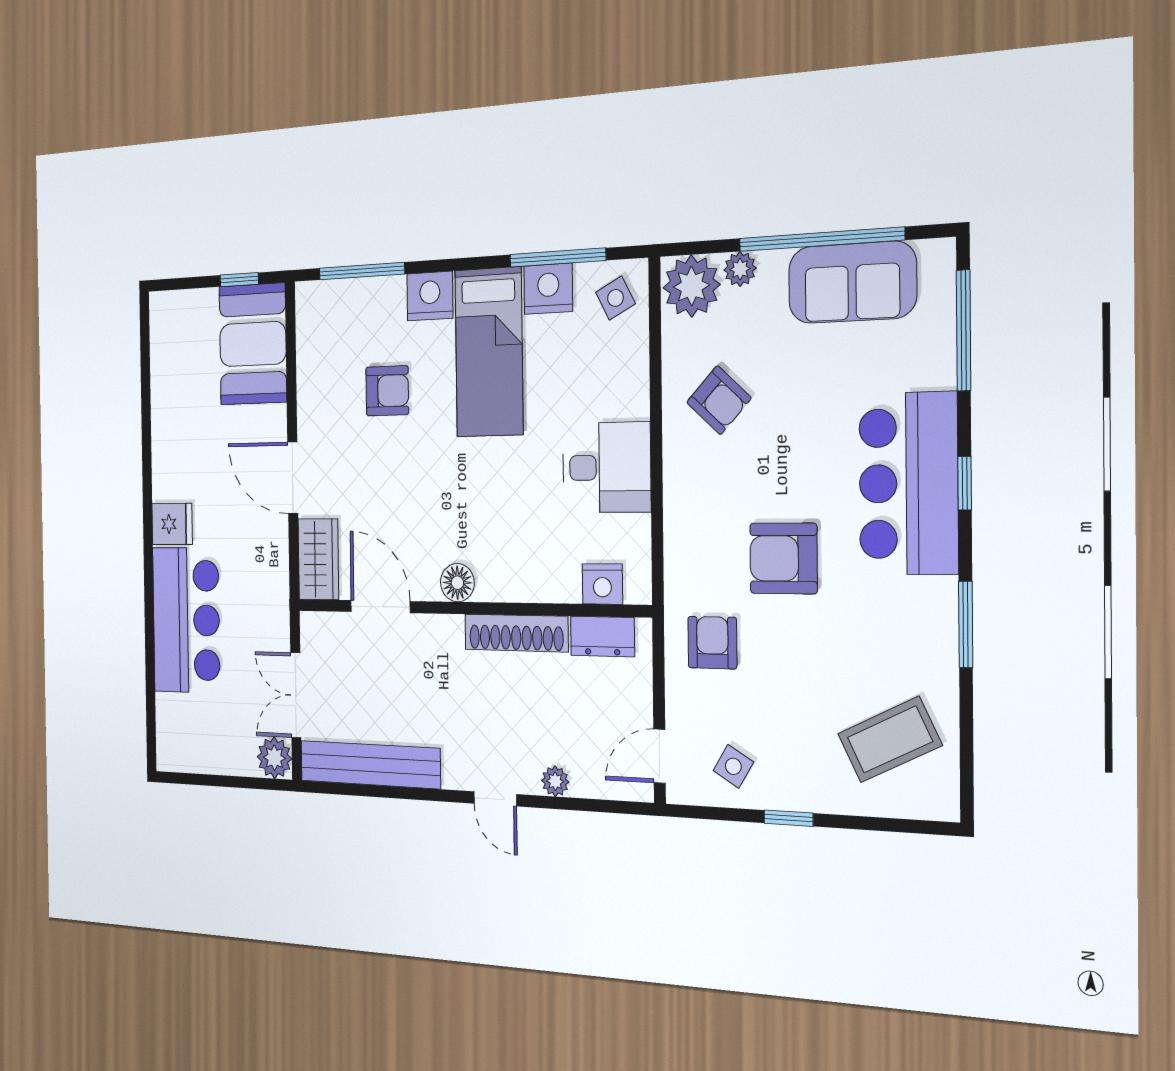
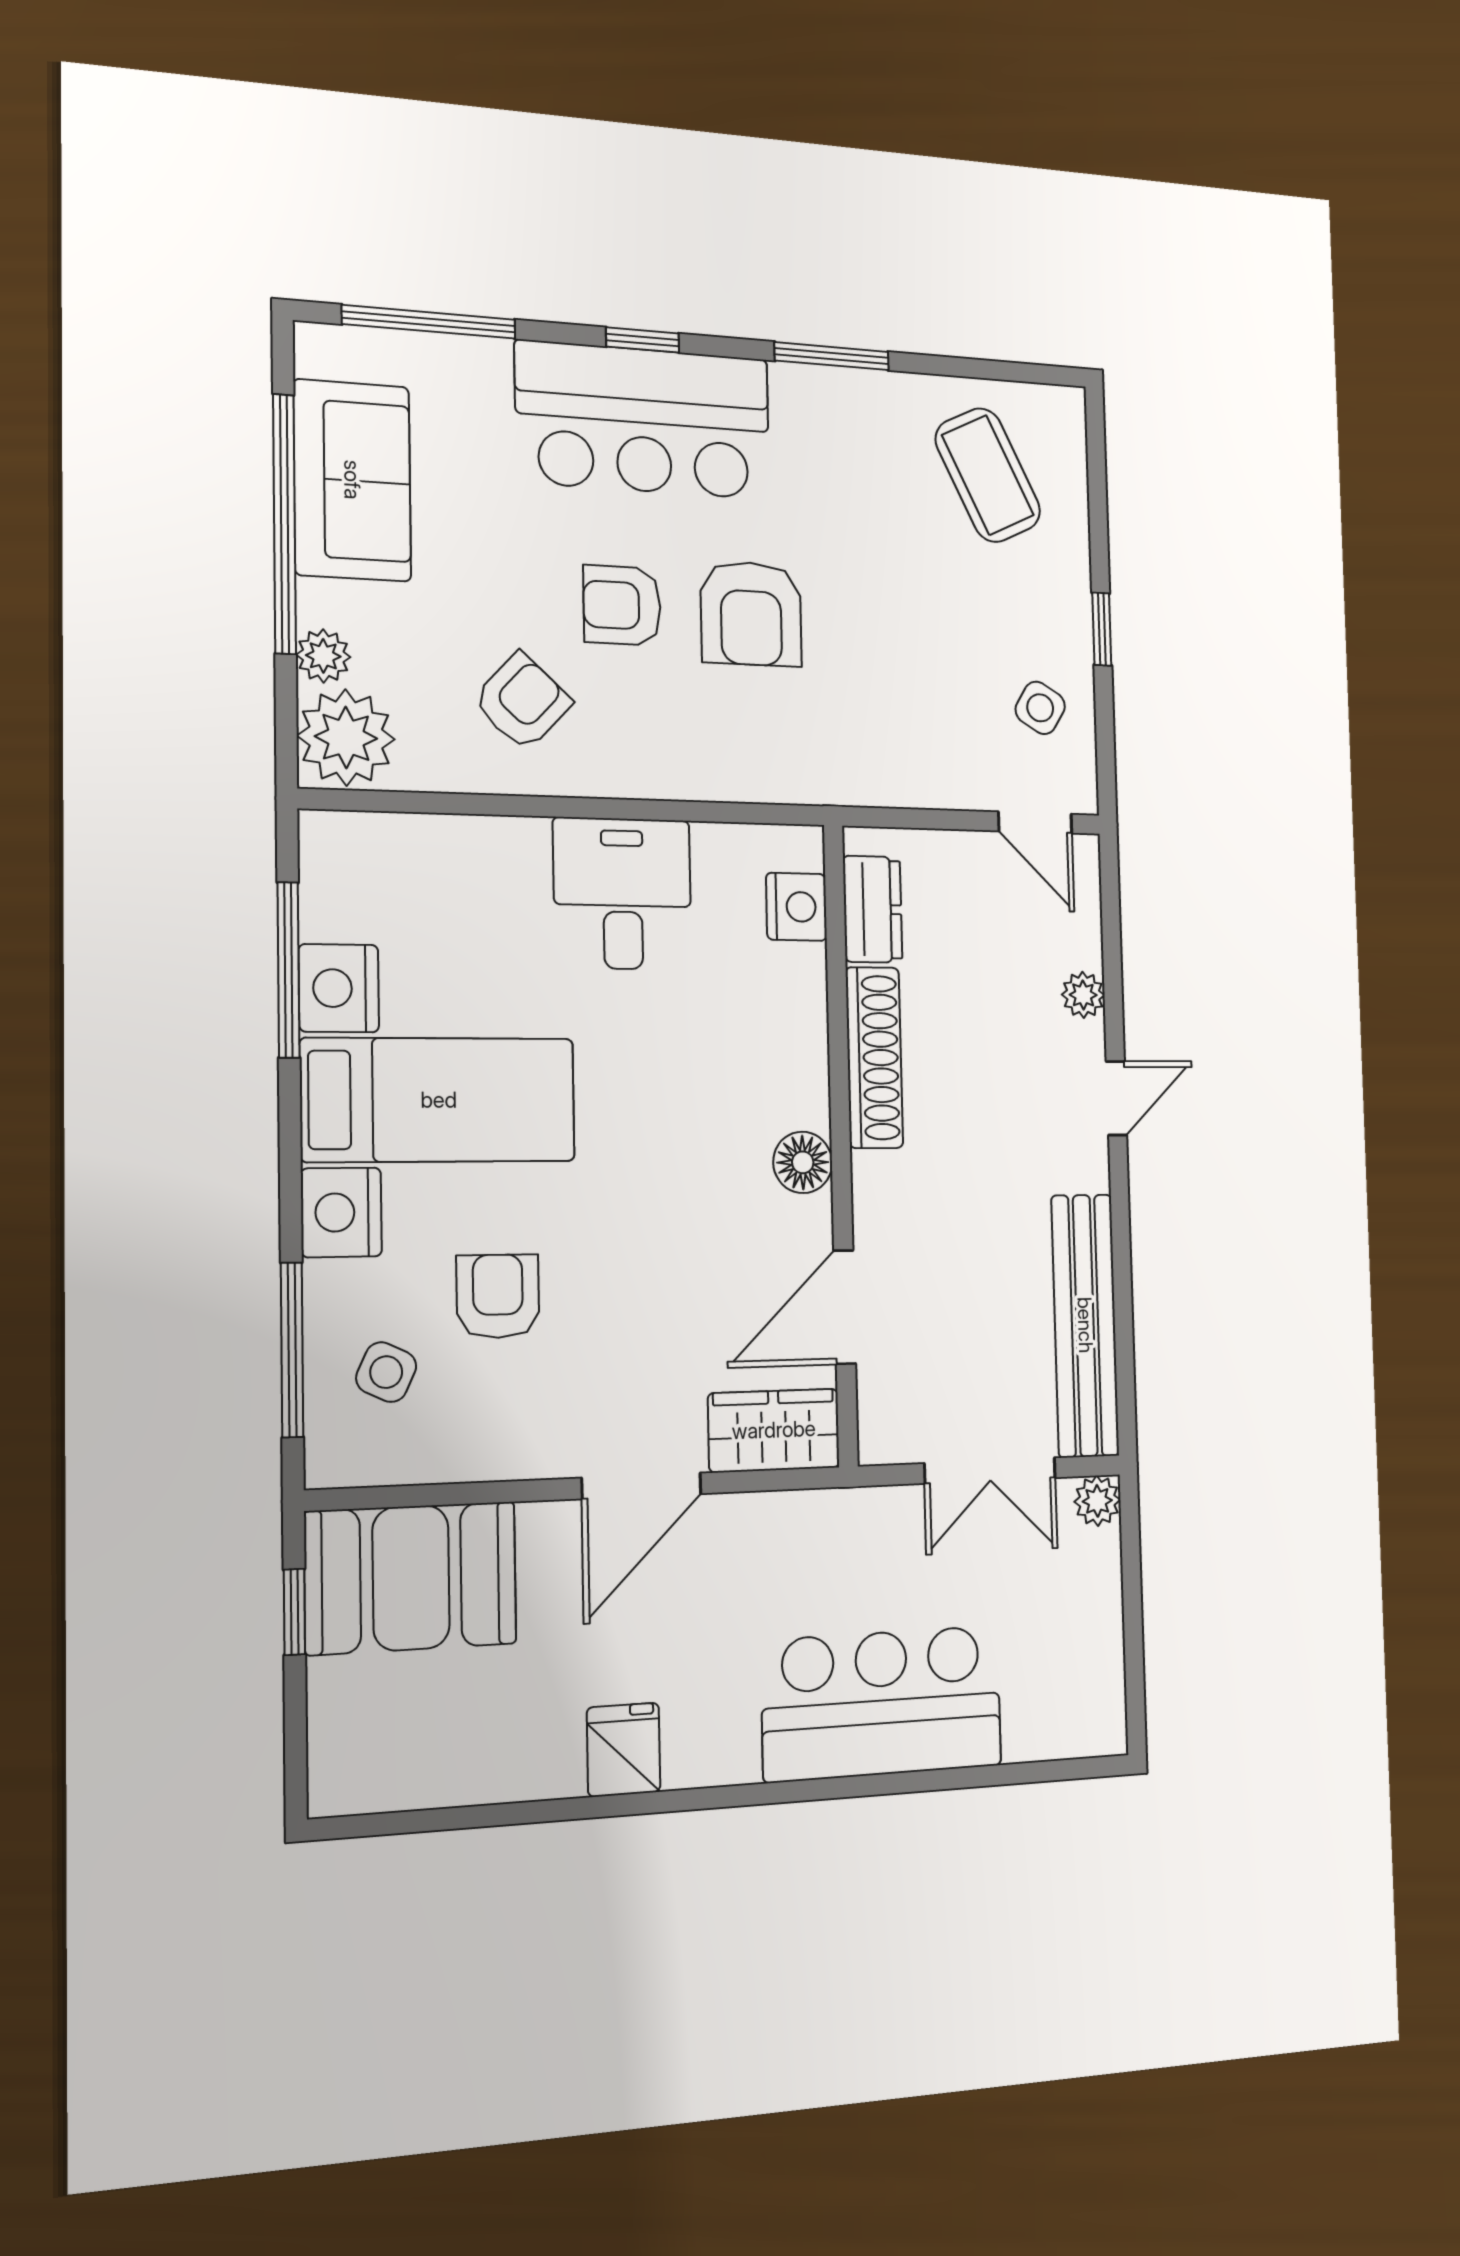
side table: (616, 298) -> (386, 1372), moved, turned -38
fridge: (172, 524) -> (624, 1750), moved
armchair: (712, 643) -> (622, 605), moved
plant: (274, 758) -> (1097, 1501), width x0.73, depth x0.73

